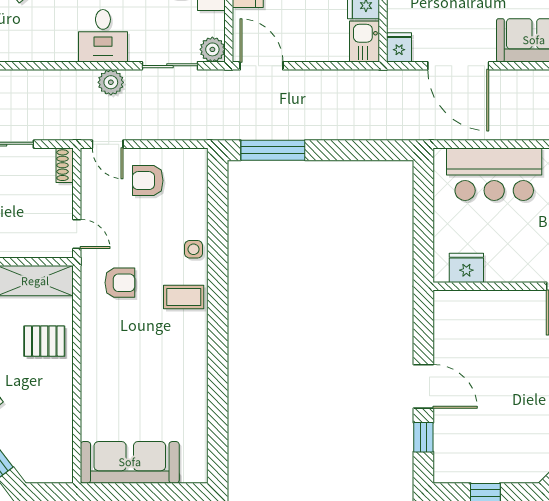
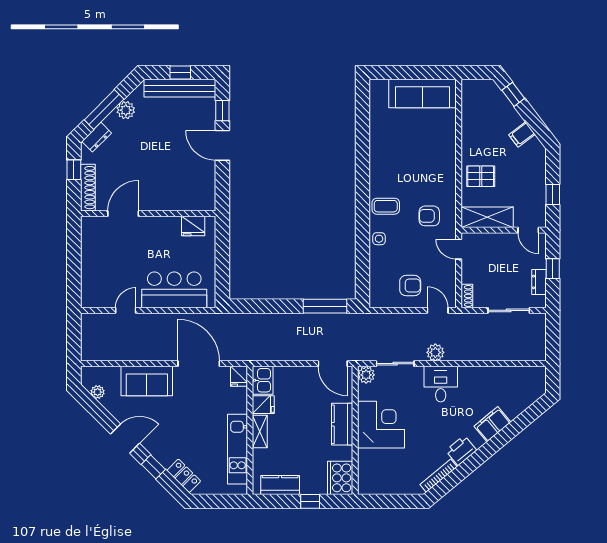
bench: (486, 470) -> (180, 88), added

